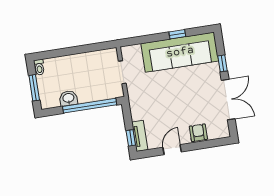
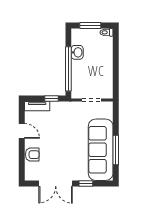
window: (177, 34) -> (116, 150), width x2.17
window: (131, 138) -> (51, 98), moved

